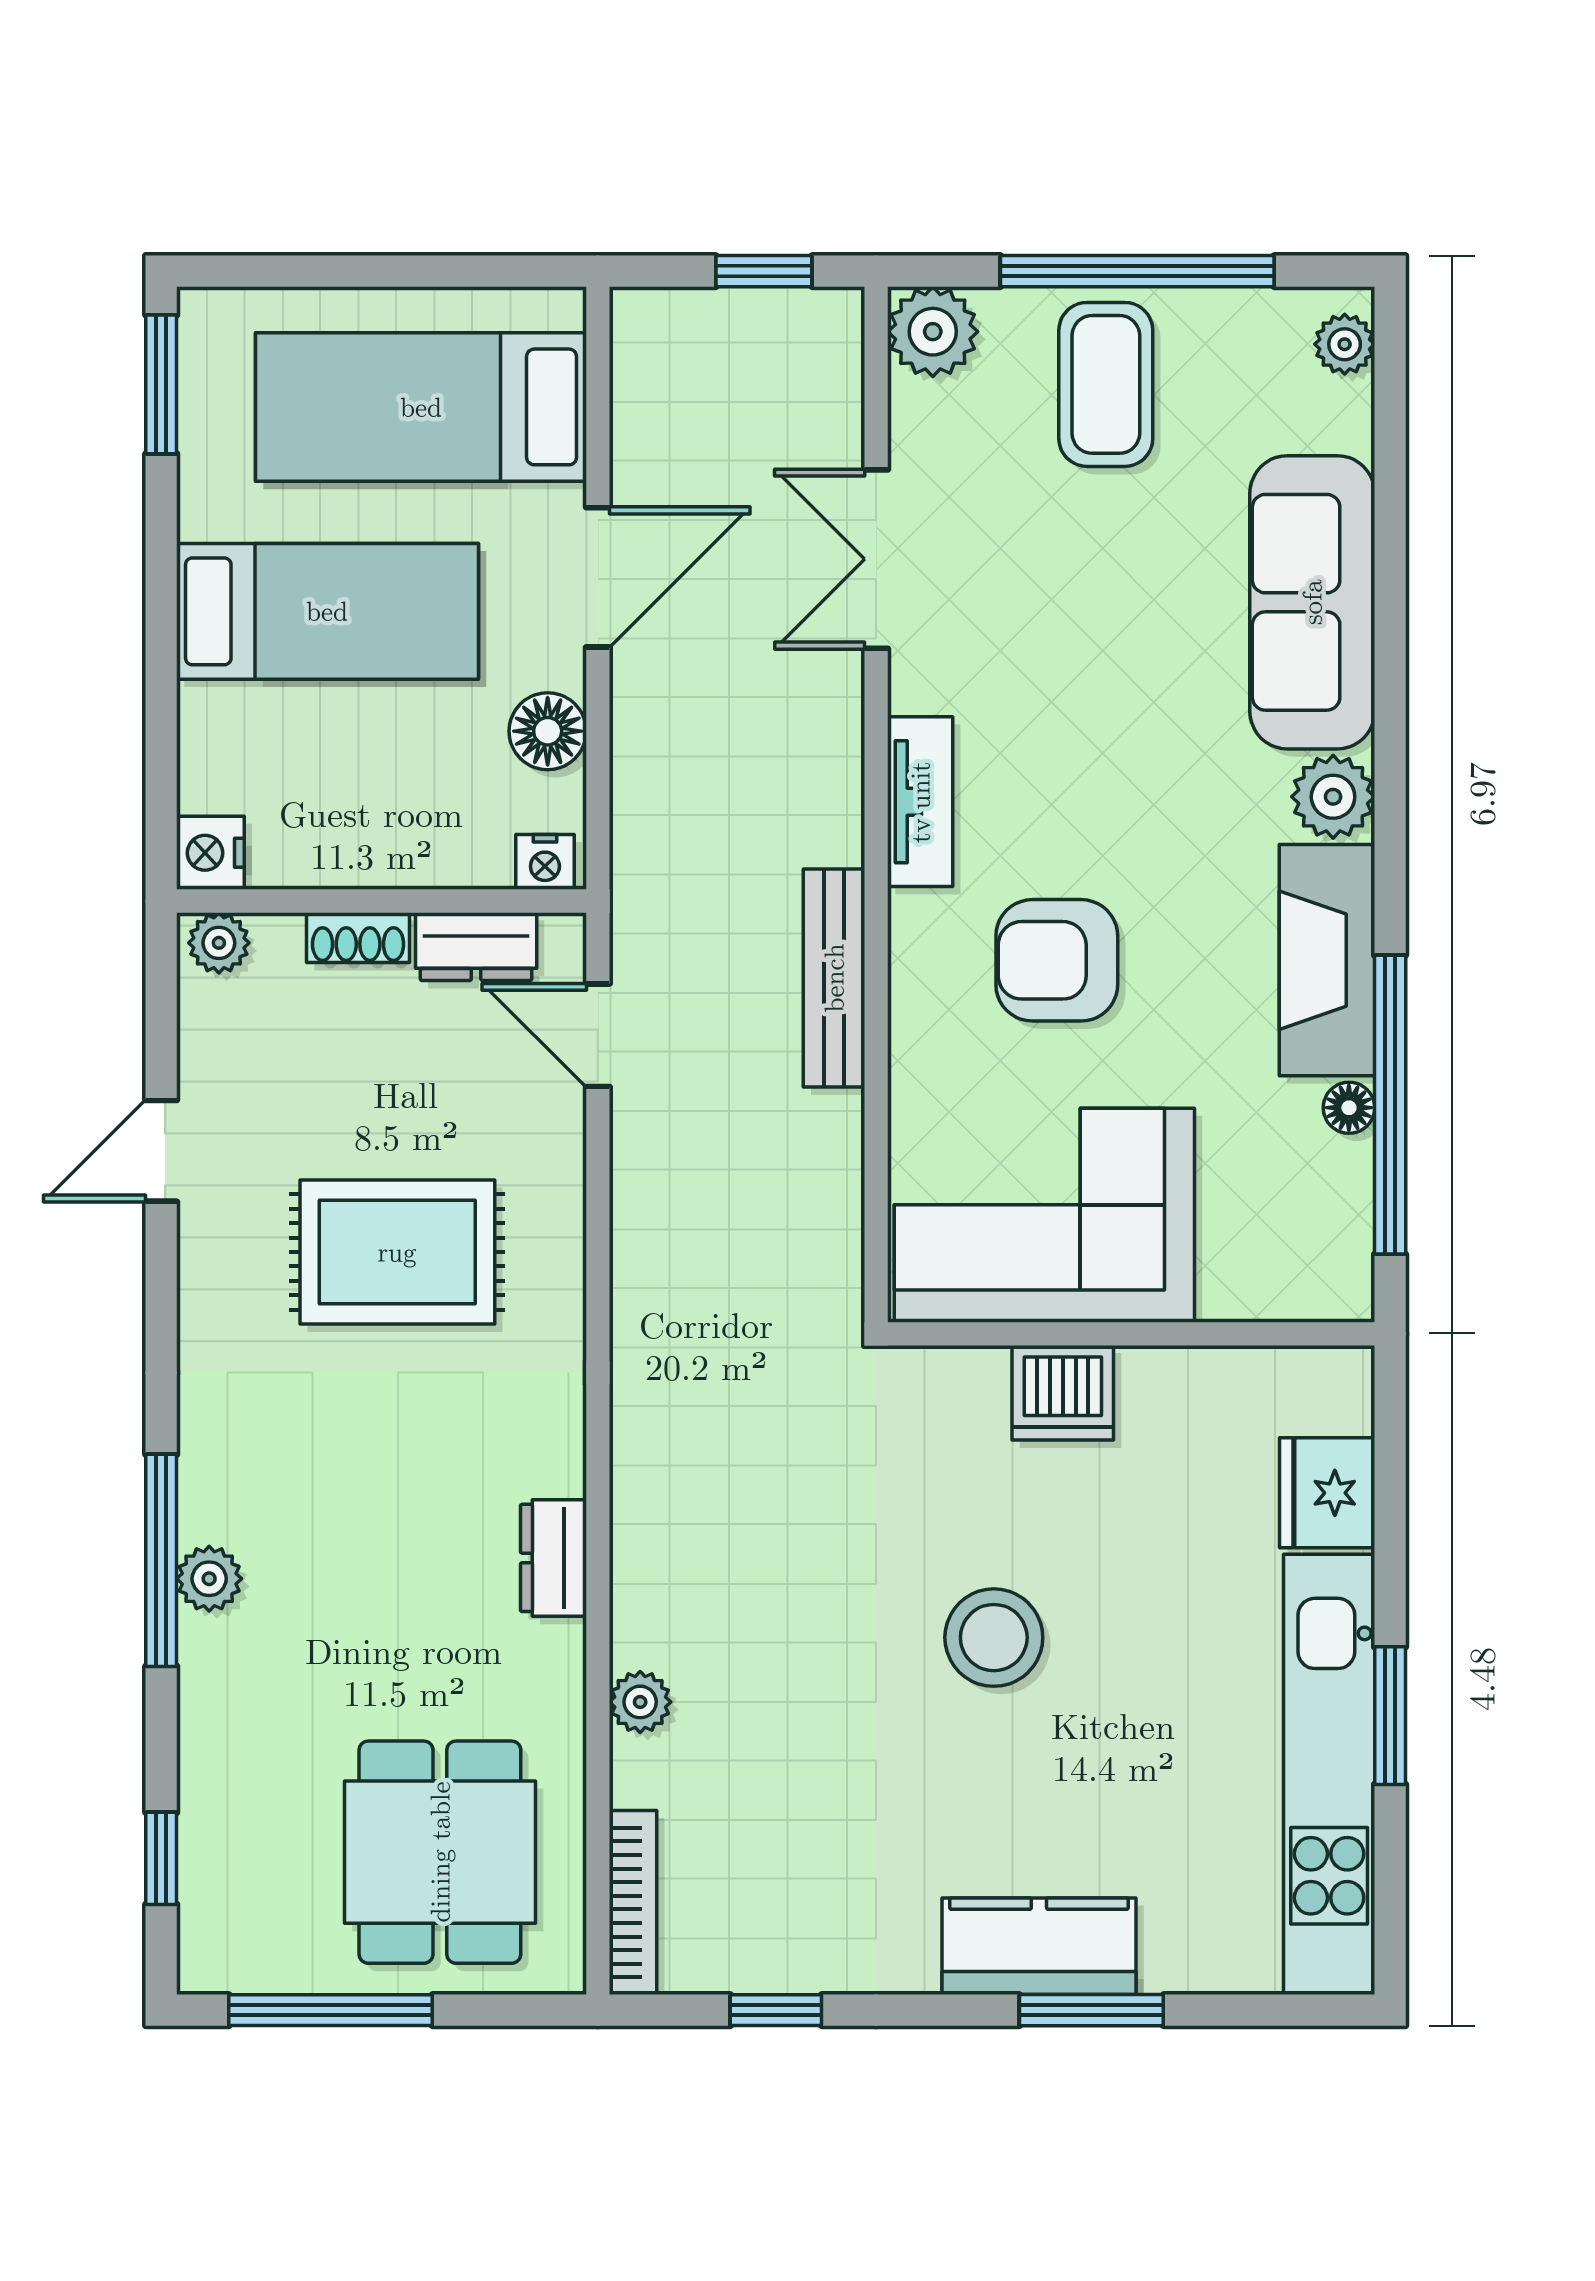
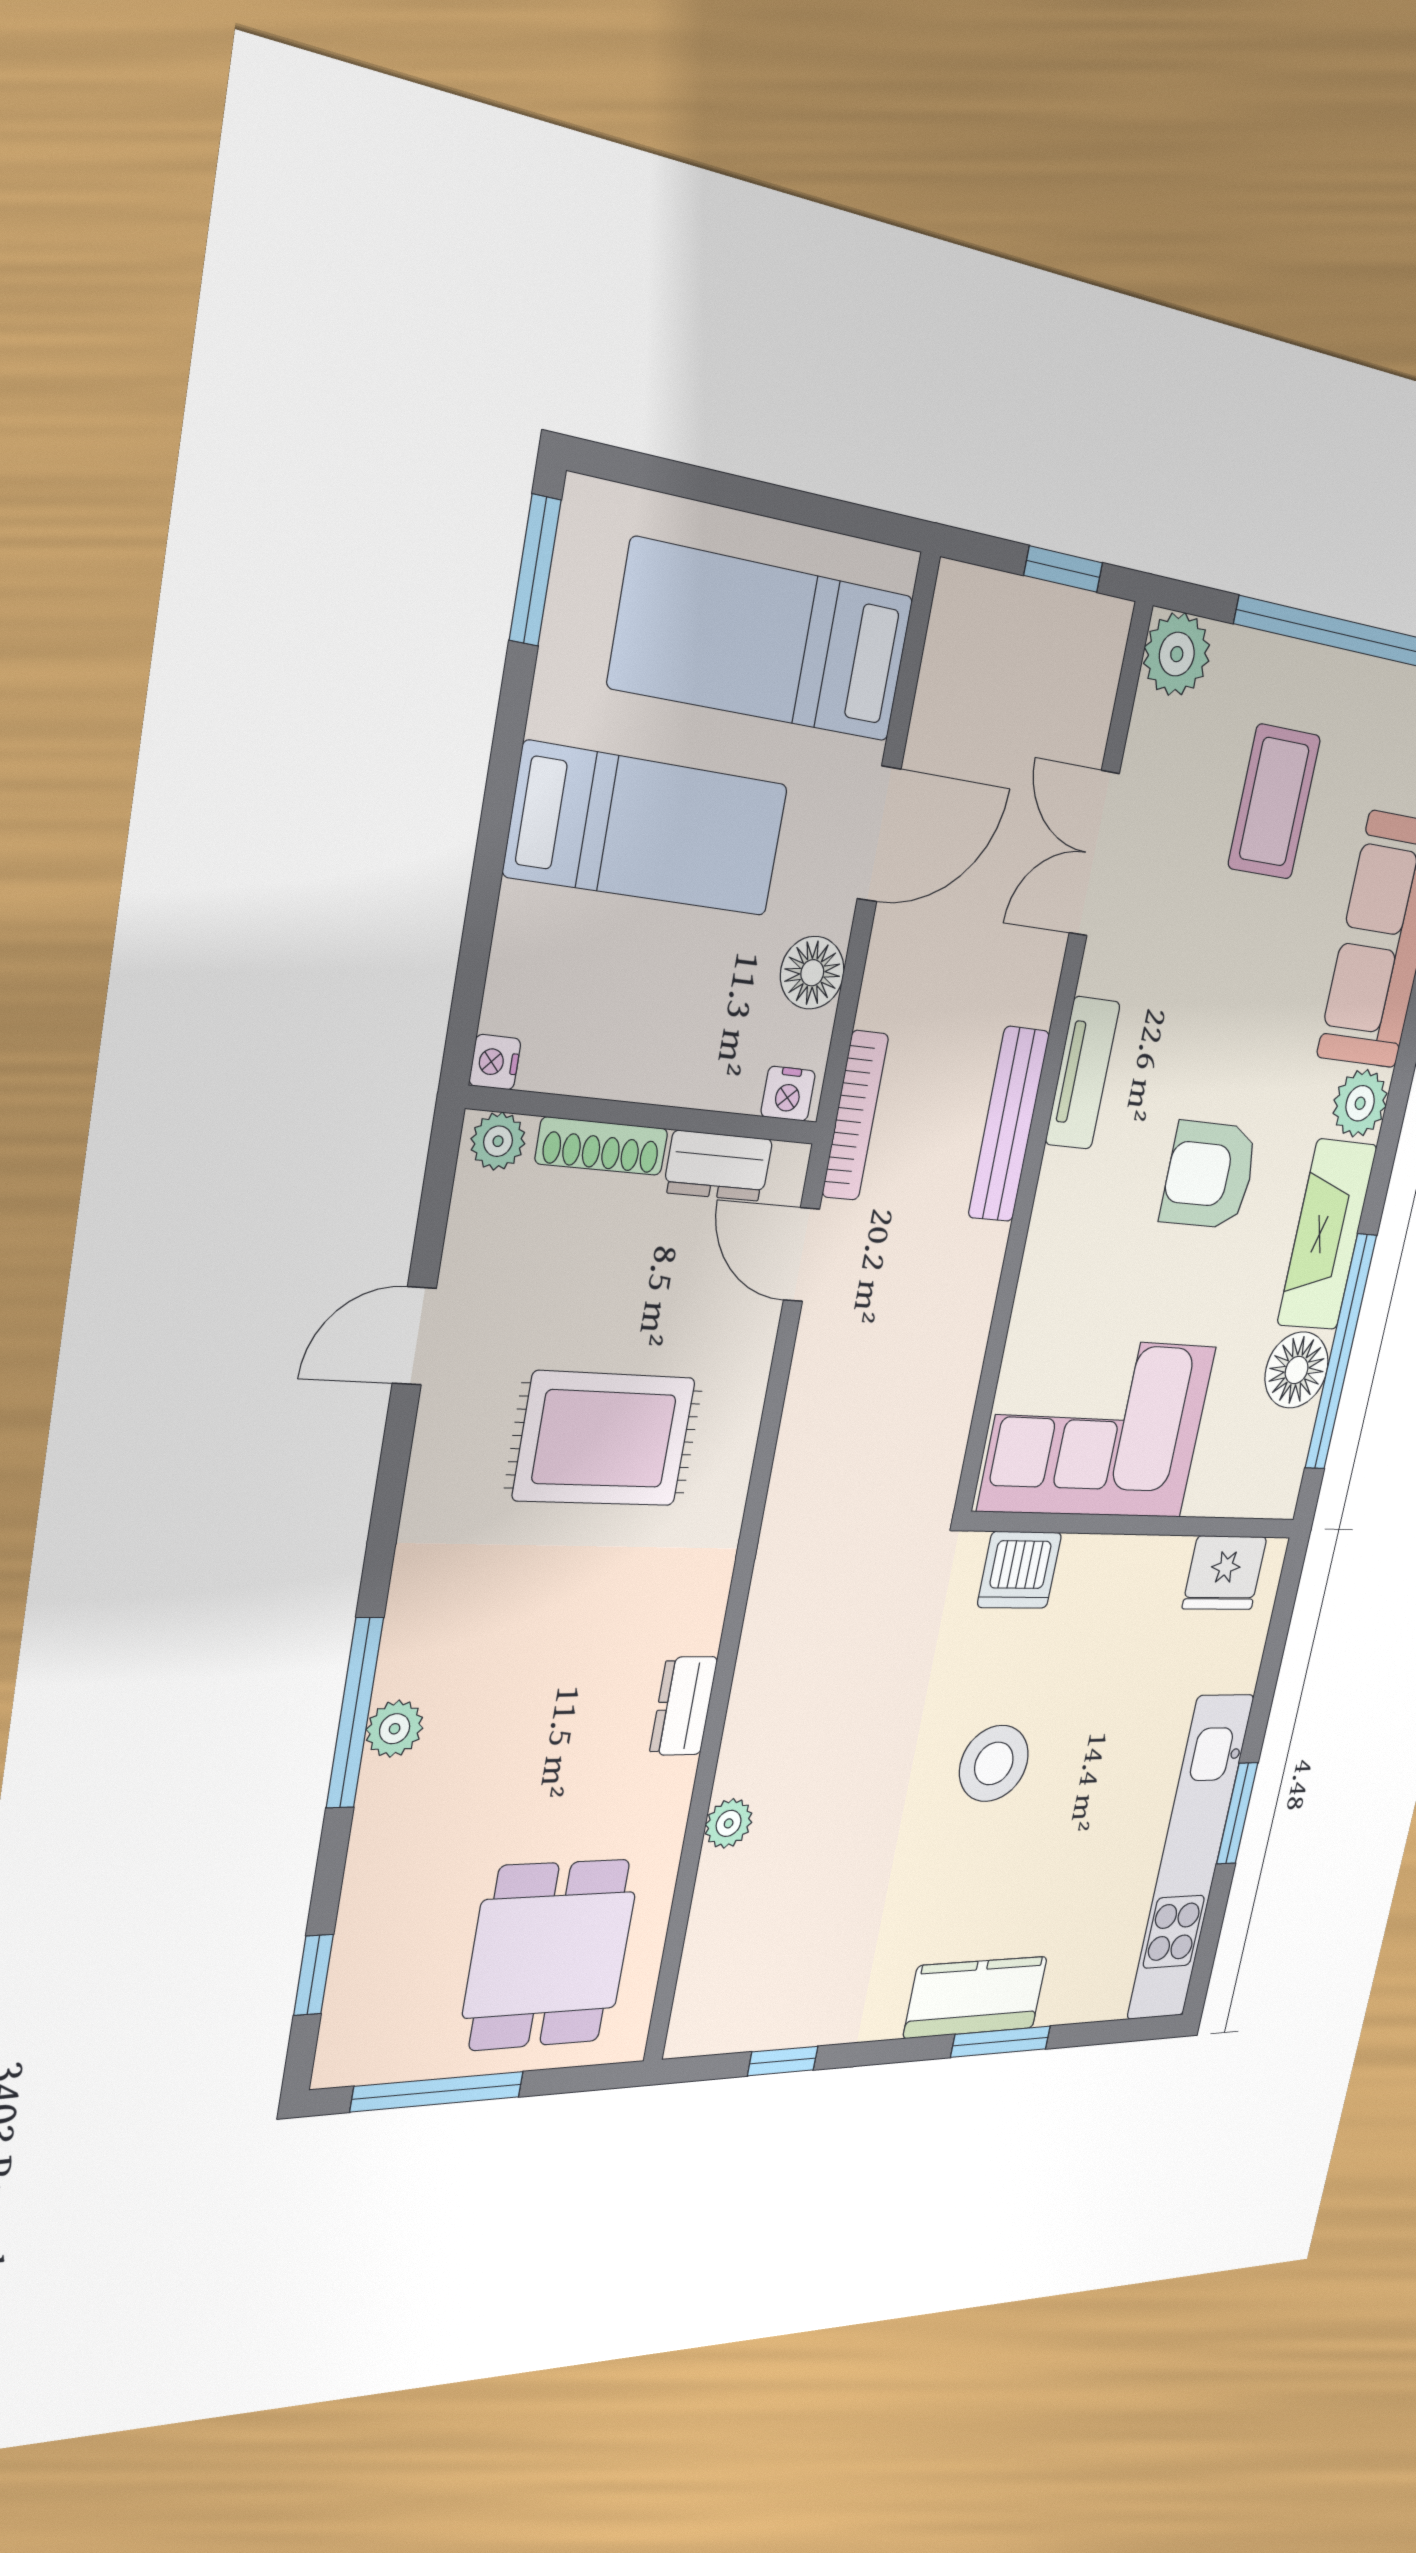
coffee table: (1106, 384) -> (1274, 802), moved
nightstand: (210, 853) -> (495, 1062), width x0.72, depth x0.74
shoe rack: (358, 938) -> (602, 1146), width x1.43
armchair: (1057, 960) -> (1209, 1175), moved
bench: (834, 978) -> (1009, 1125), moved
floor lamp: (1349, 1108) -> (1297, 1370), width x1.89, depth x1.89
dishwasher: (1063, 1393) -> (1019, 1570), moved
fridge: (1327, 1493) -> (1225, 1573), moved, turned -90
bookcase: (633, 1903) -> (855, 1116), moved

